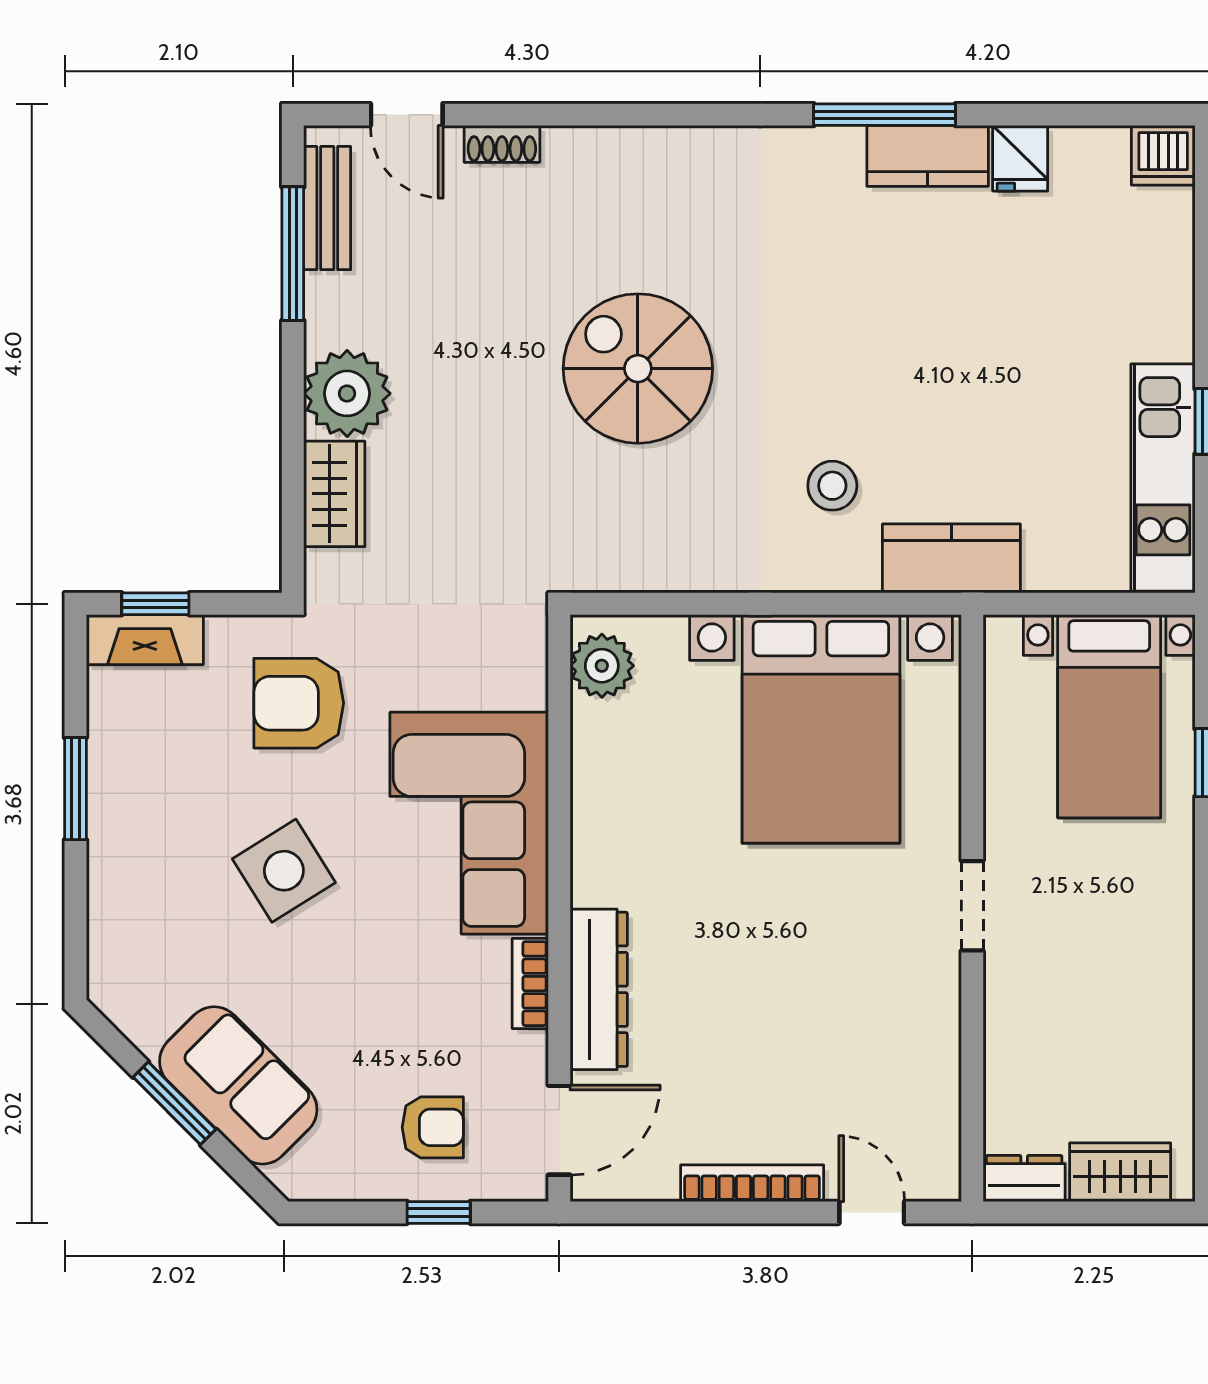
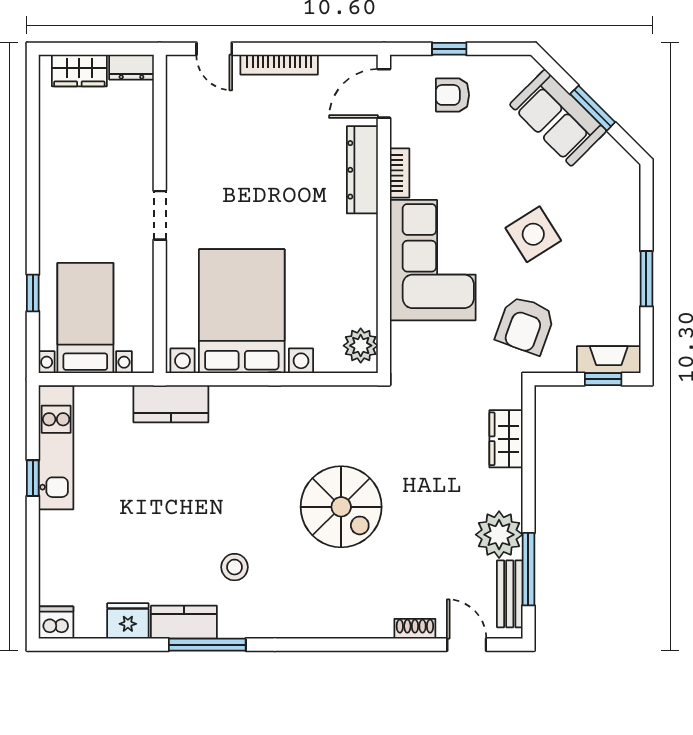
fridge: (1020, 158) -> (128, 621), width x1.38
plant: (347, 393) -> (499, 535), moved
stool: (832, 486) -> (235, 567), moved
armchair: (299, 703) -> (525, 325), turned 110

